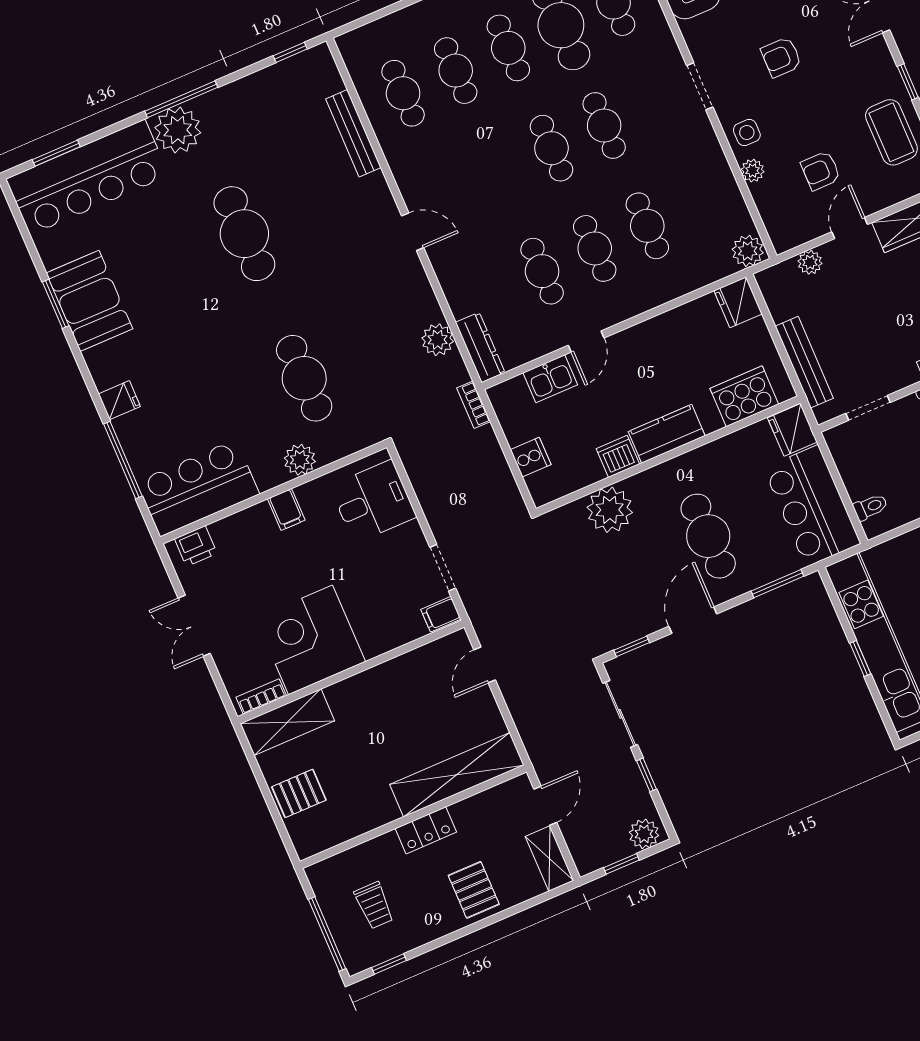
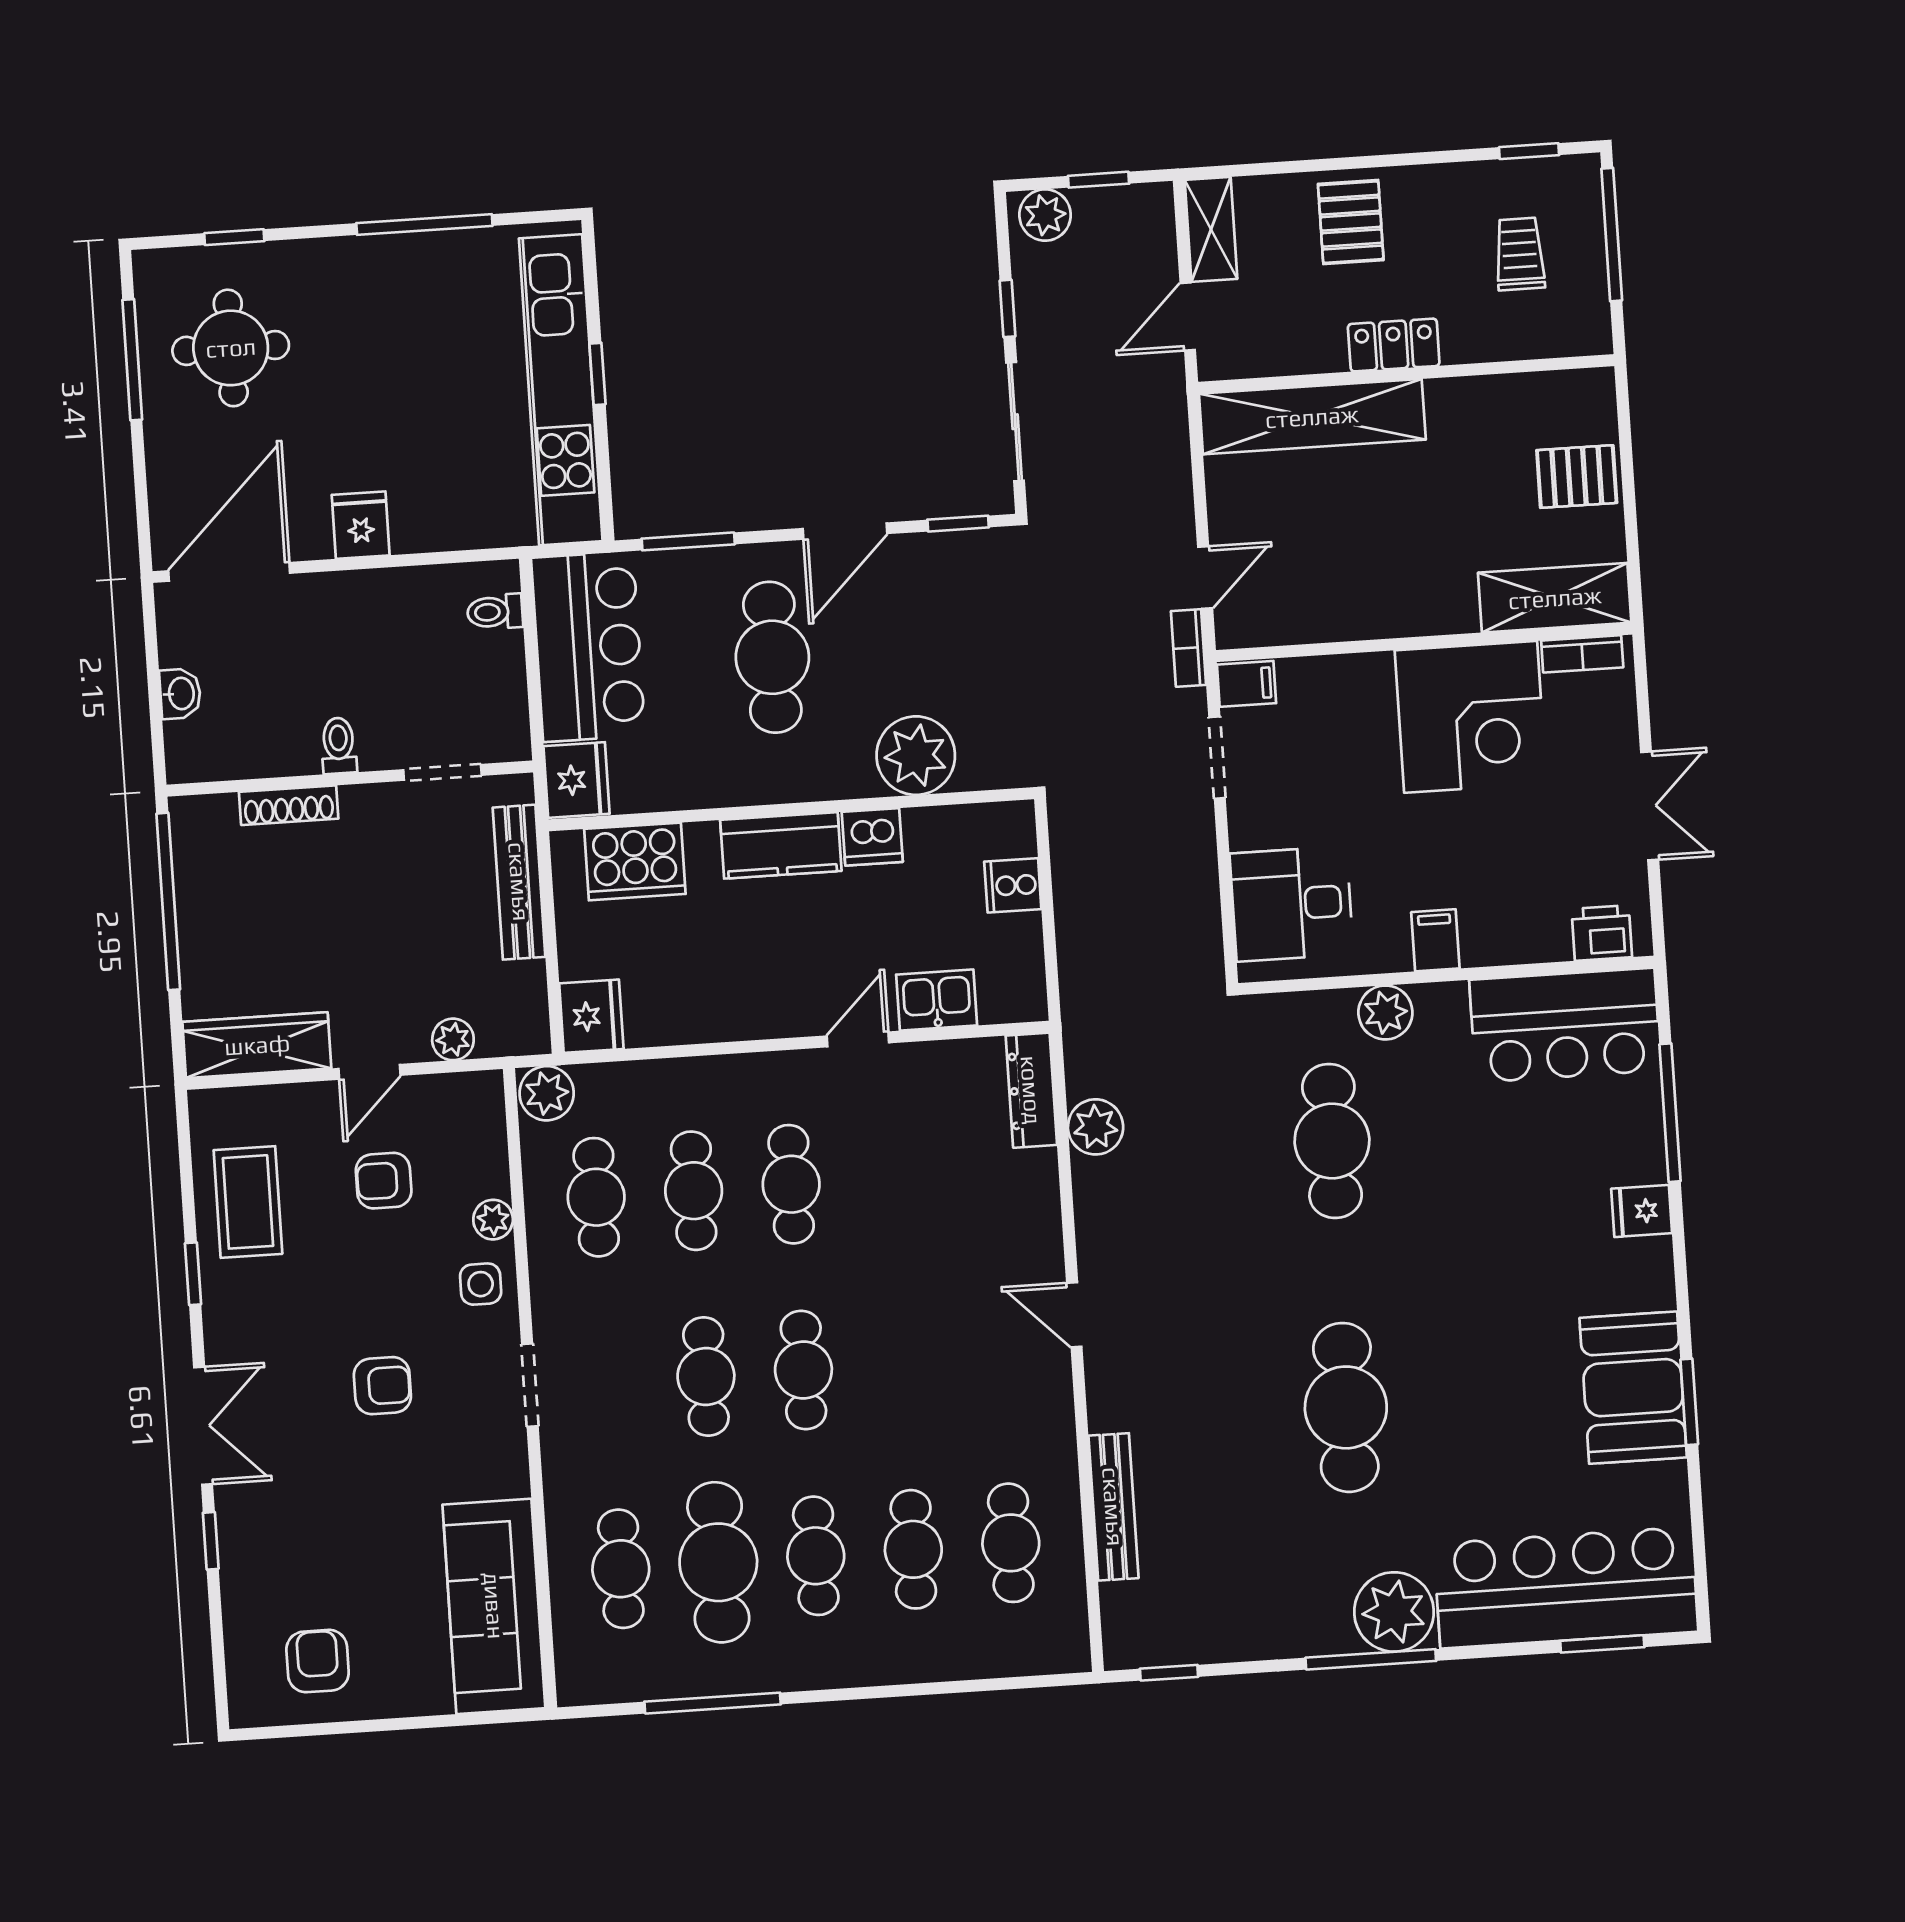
armchair: (821, 171) -> (384, 1181), turned 180
cafe table: (542, 271) -> (596, 1197), moved
bookcase: (474, 405) -> (1189, 648), moved, turned 180

